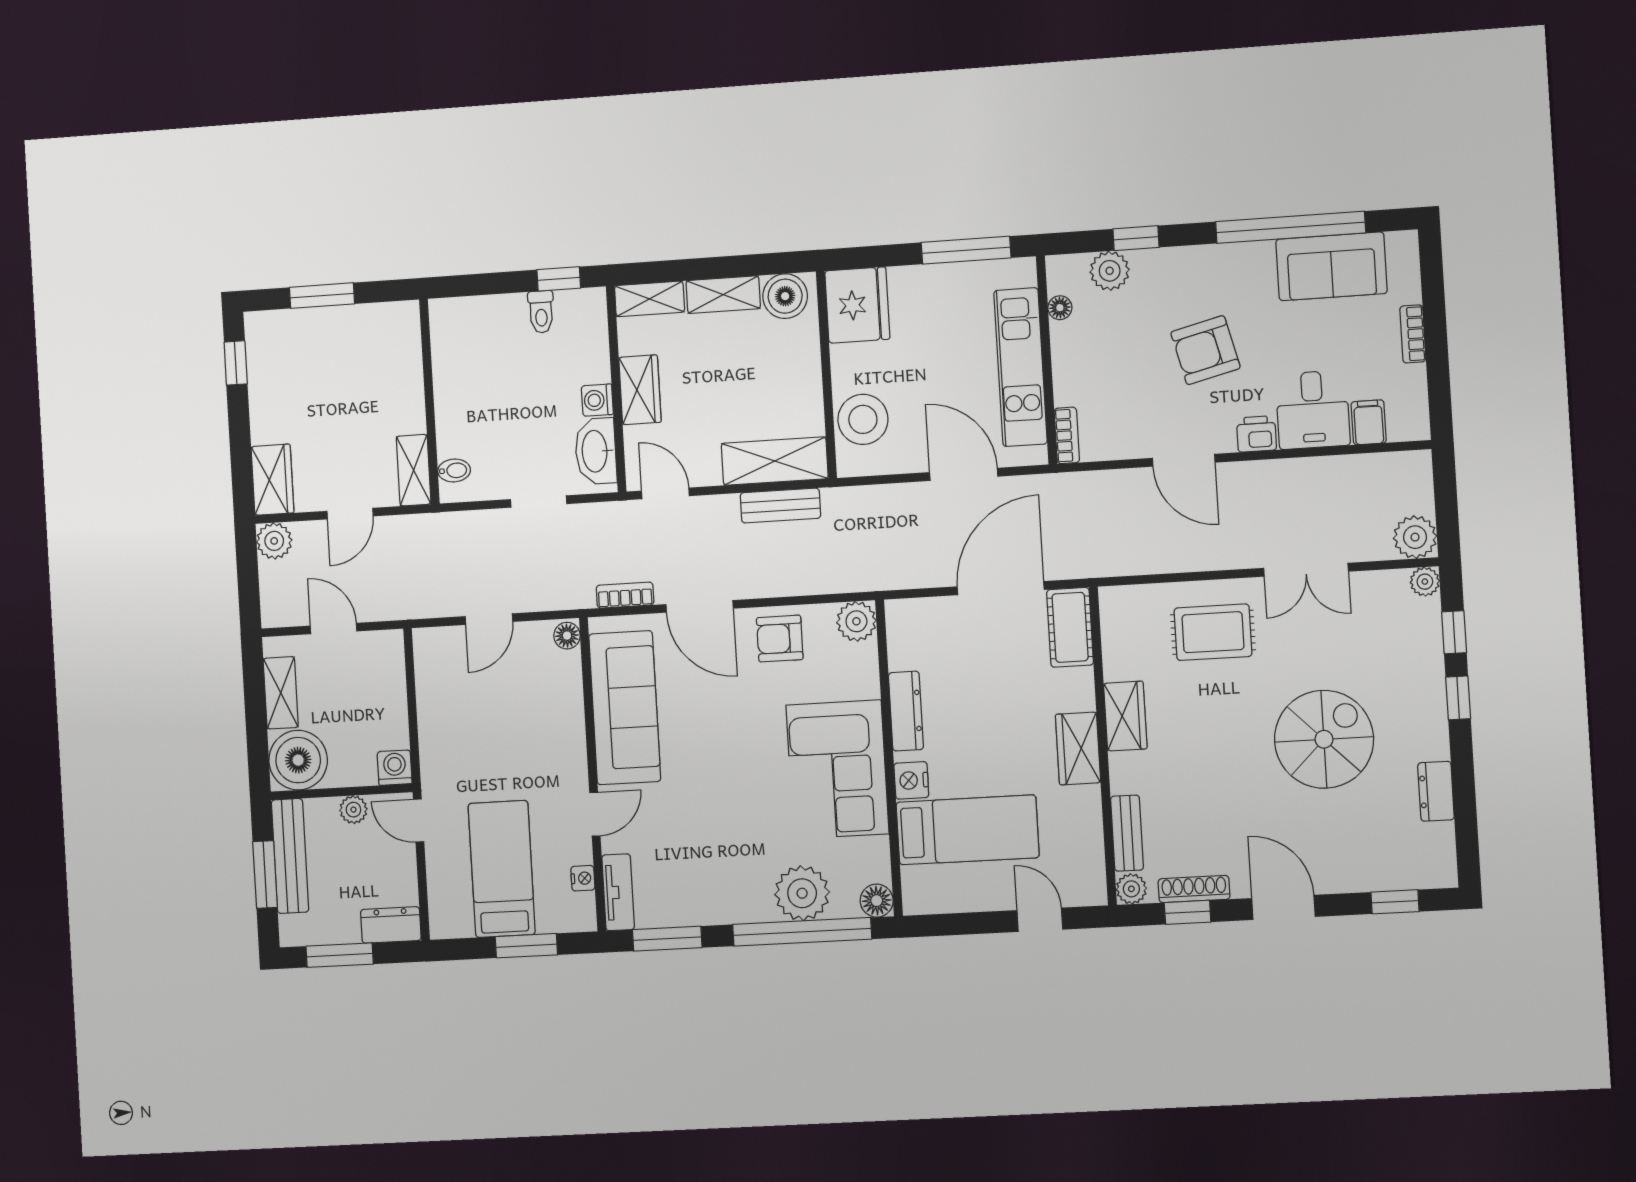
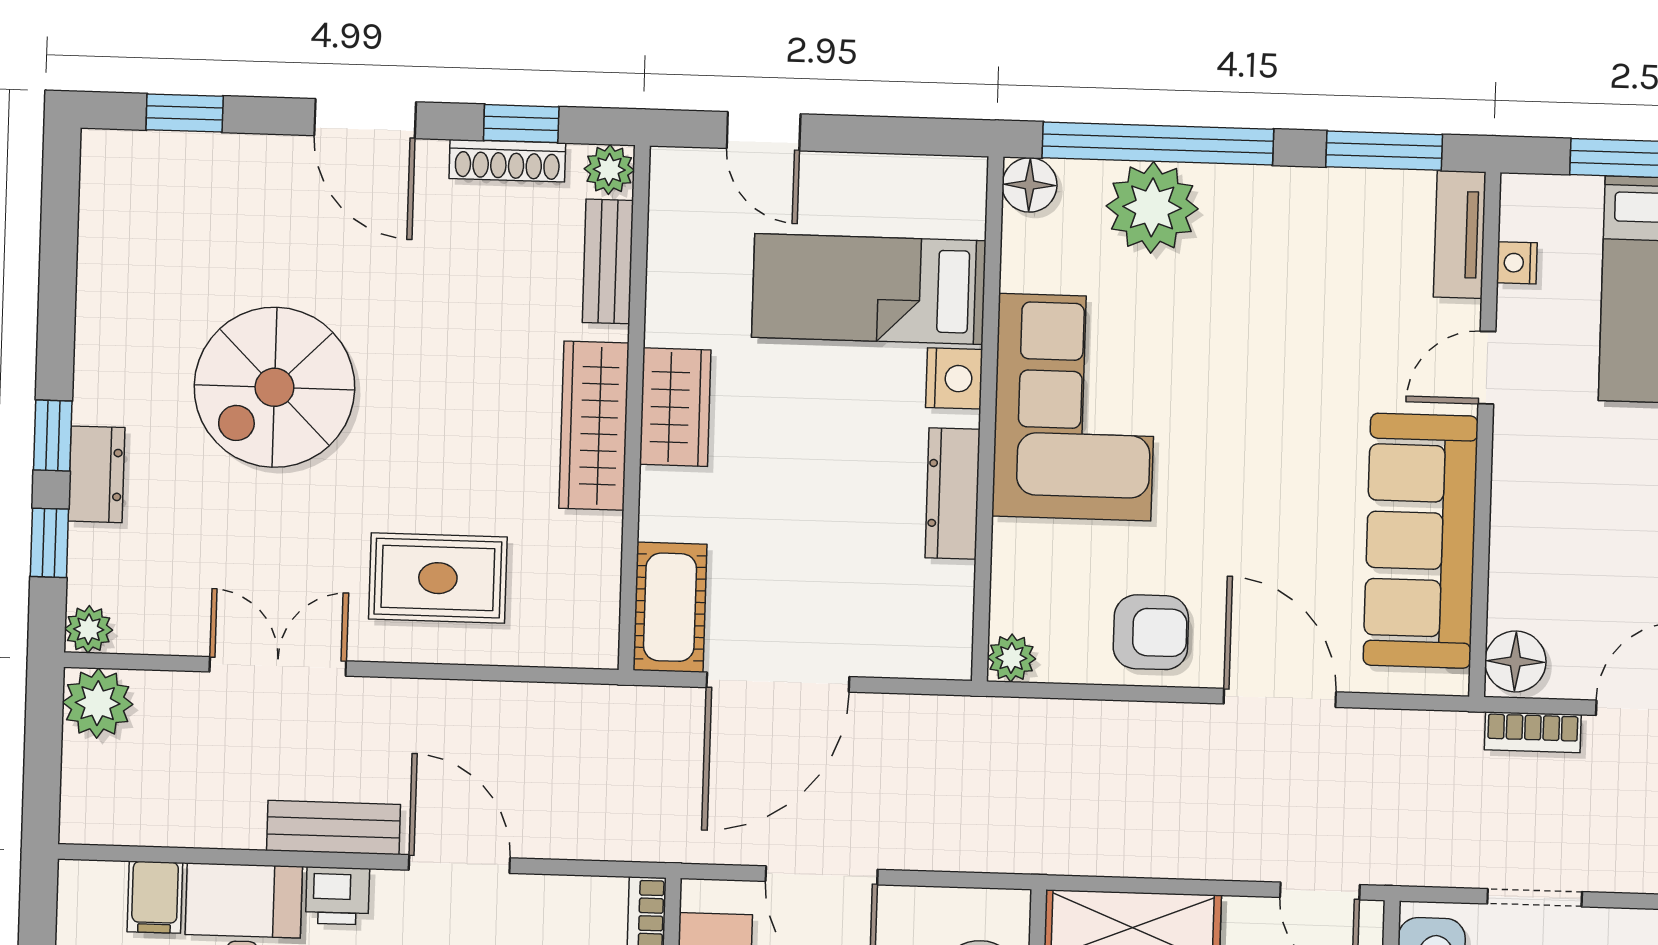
bench: (780, 506) -> (334, 828), moved
bookcase: (625, 595) -> (1533, 732), moved
plant: (856, 621) -> (1011, 658), width x0.73, depth x0.73
floor lamp: (567, 636) -> (1515, 661), width x1.37, depth x1.37
wardrobe: (1125, 716) -> (594, 426), width x1.50
dresser: (1436, 791) -> (96, 474), moved

